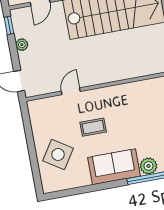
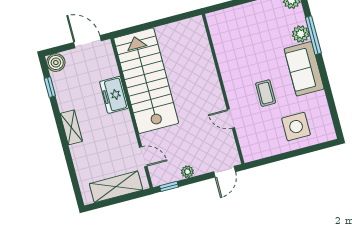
side table: (58, 154) -> (296, 127), turned -33

